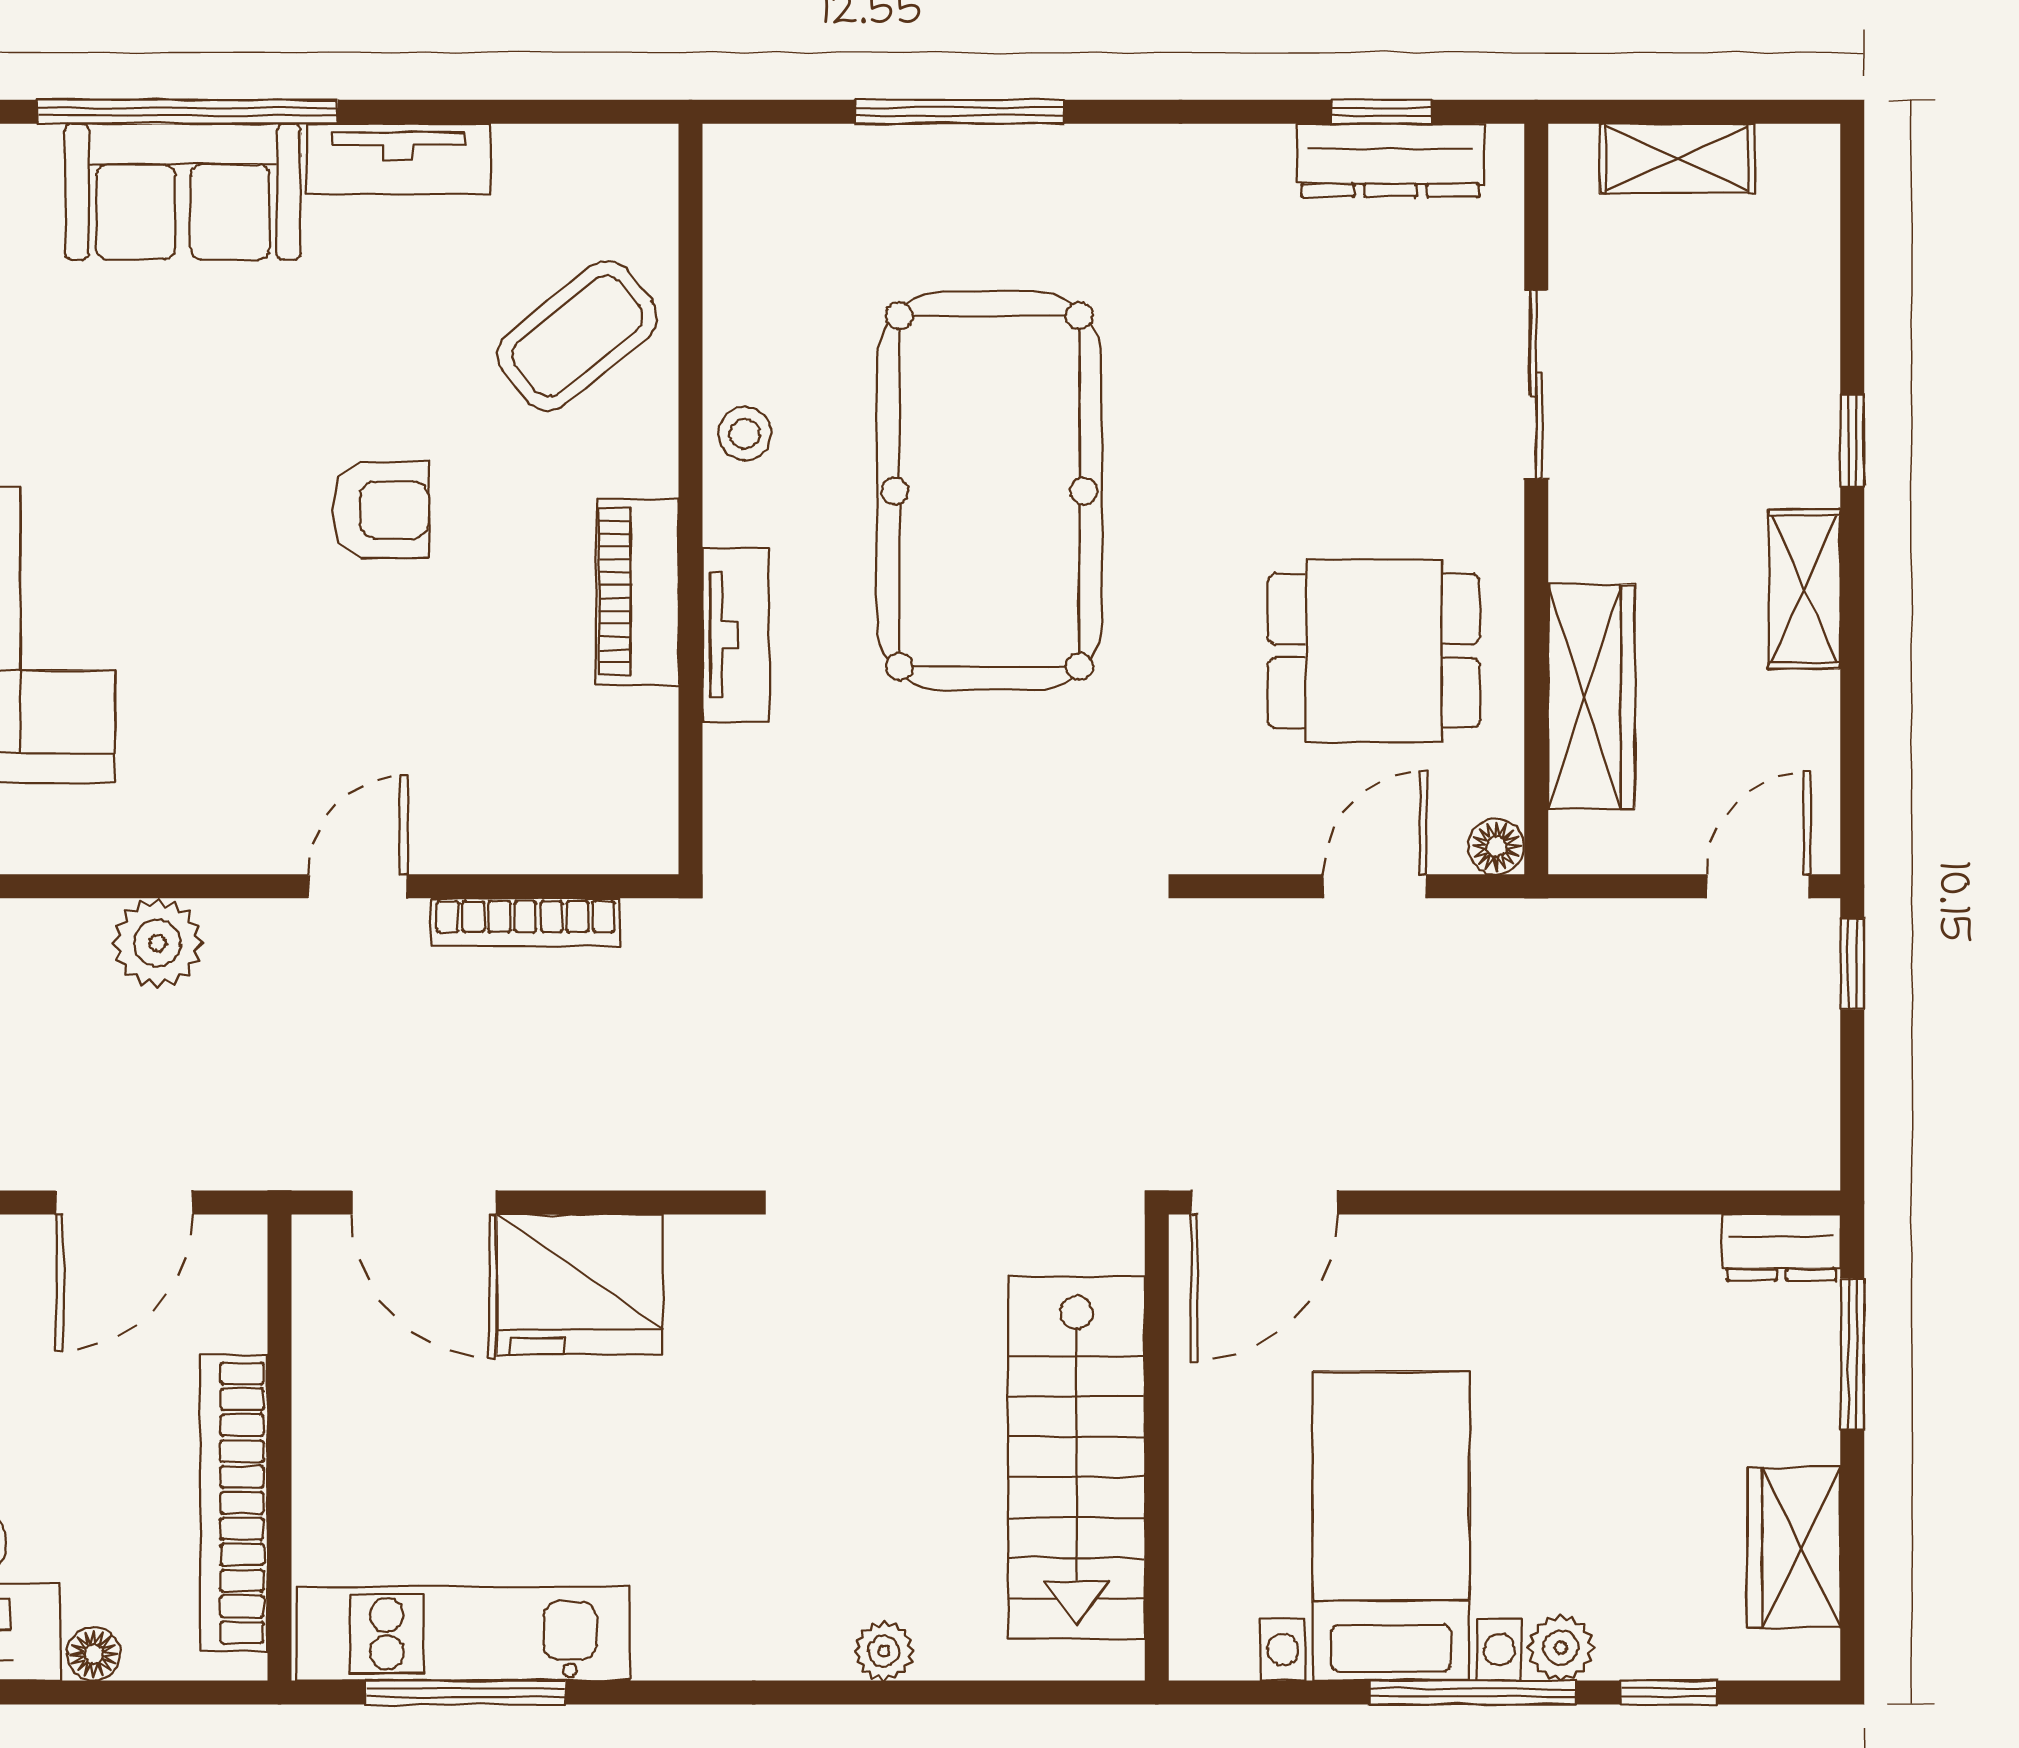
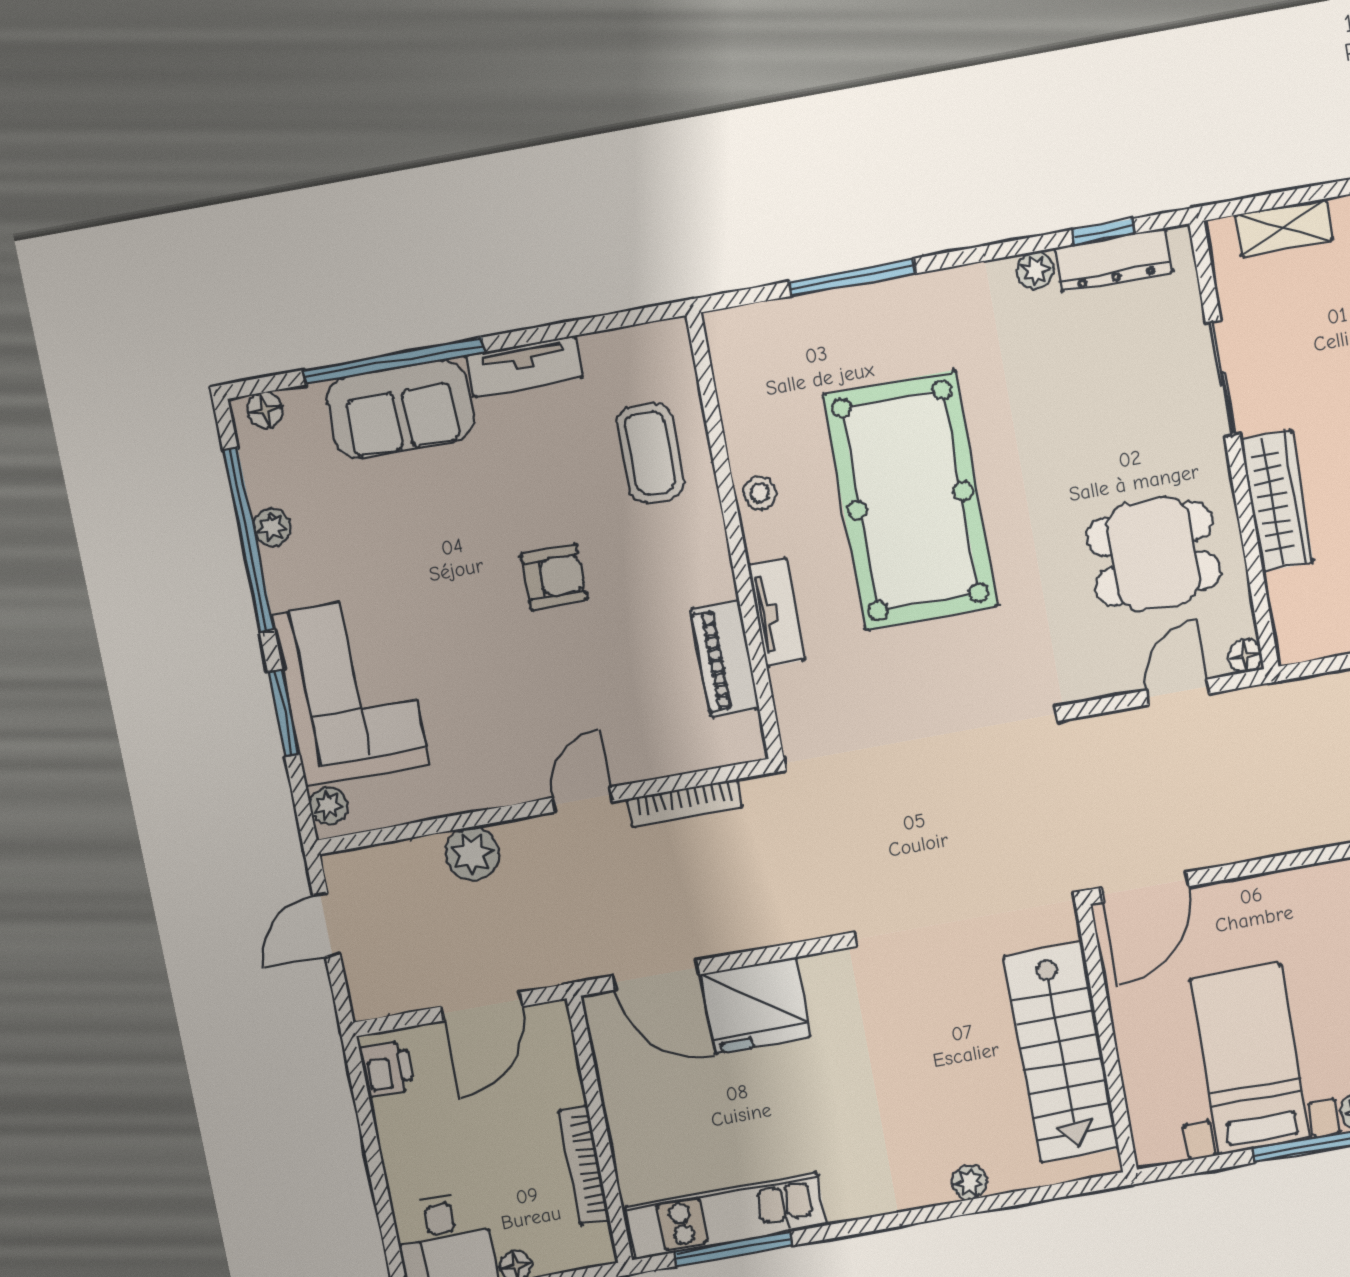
plant: (1260, 154) -> (1035, 270), added
coffee table: (577, 336) -> (650, 453), turned -51
piano: (637, 592) -> (725, 659), moved
wardrobe: (1591, 697) -> (1277, 501), moved
bookcase: (234, 1503) -> (584, 1165), width x0.68, depth x0.76

